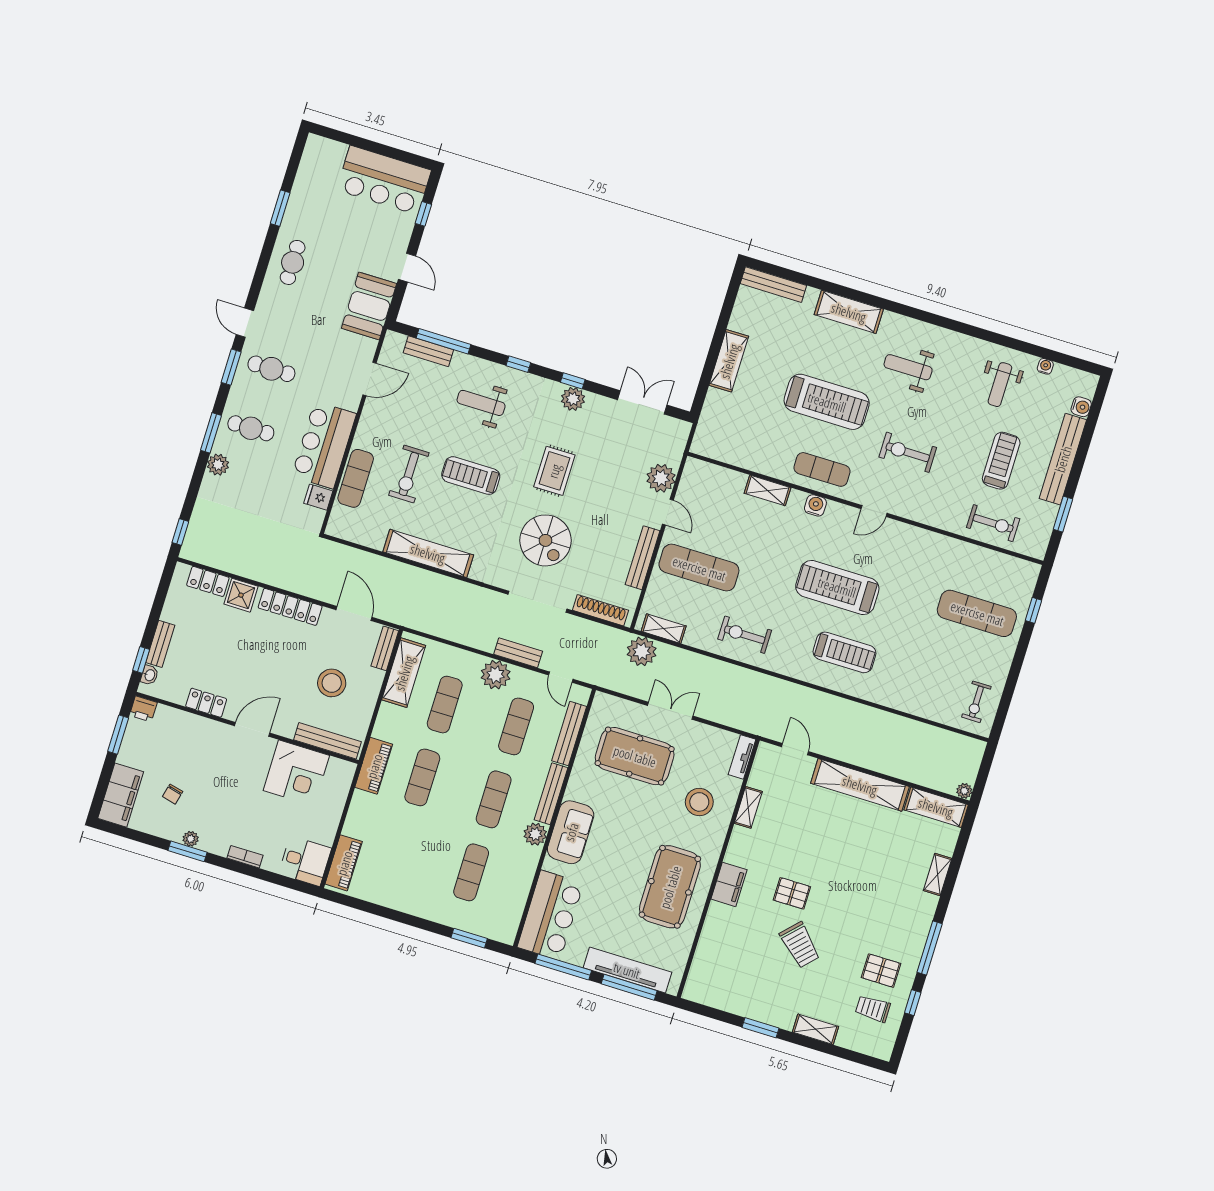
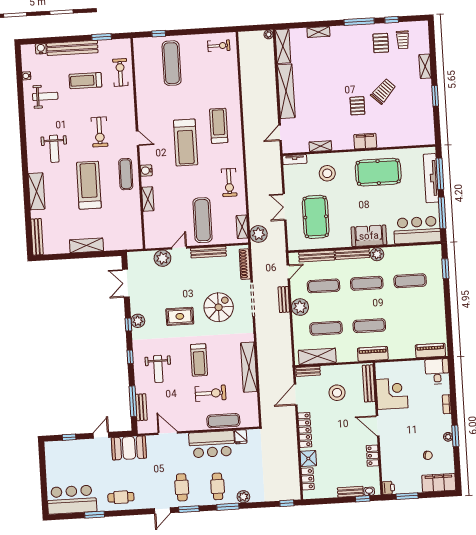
bar counter: (384, 180) -> (72, 500), moved, turned -90

